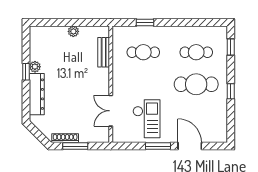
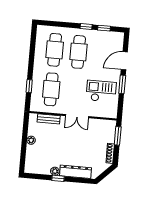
window: (231, 47) -> (104, 28), moved
cafe table: (143, 52) -> (51, 89), width x1.37, depth x1.35
cafe table: (196, 52) -> (55, 50), width x1.37, depth x1.35
double door: (111, 111) -> (77, 116), moved
window: (75, 146) -> (118, 136), moved

